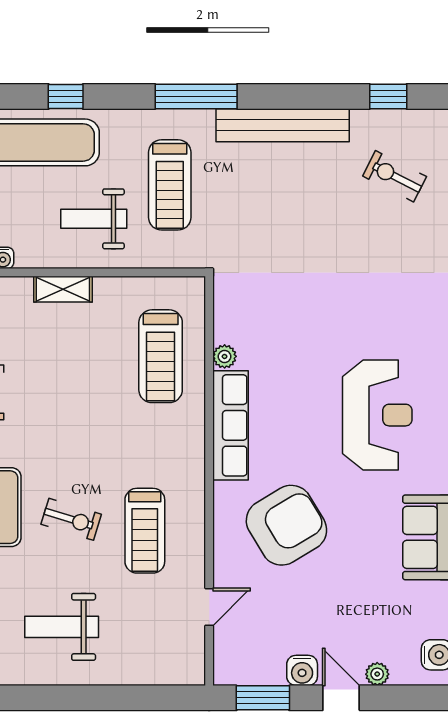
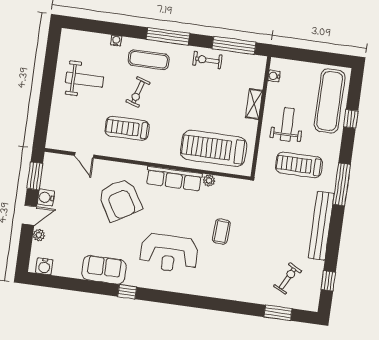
coffee table: (321, 319) -> (221, 232), added
treadmill: (161, 356) -> (214, 148), width x1.37, depth x1.38
weight bench: (62, 627) -> (85, 80), turned 90

